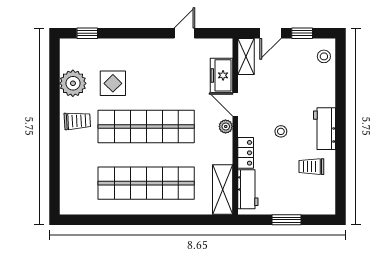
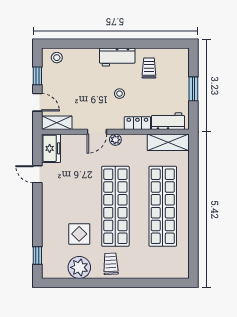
freezer: (221, 75) -> (51, 148), moved, turned -90
trolley: (311, 167) -> (149, 68), turned 180

